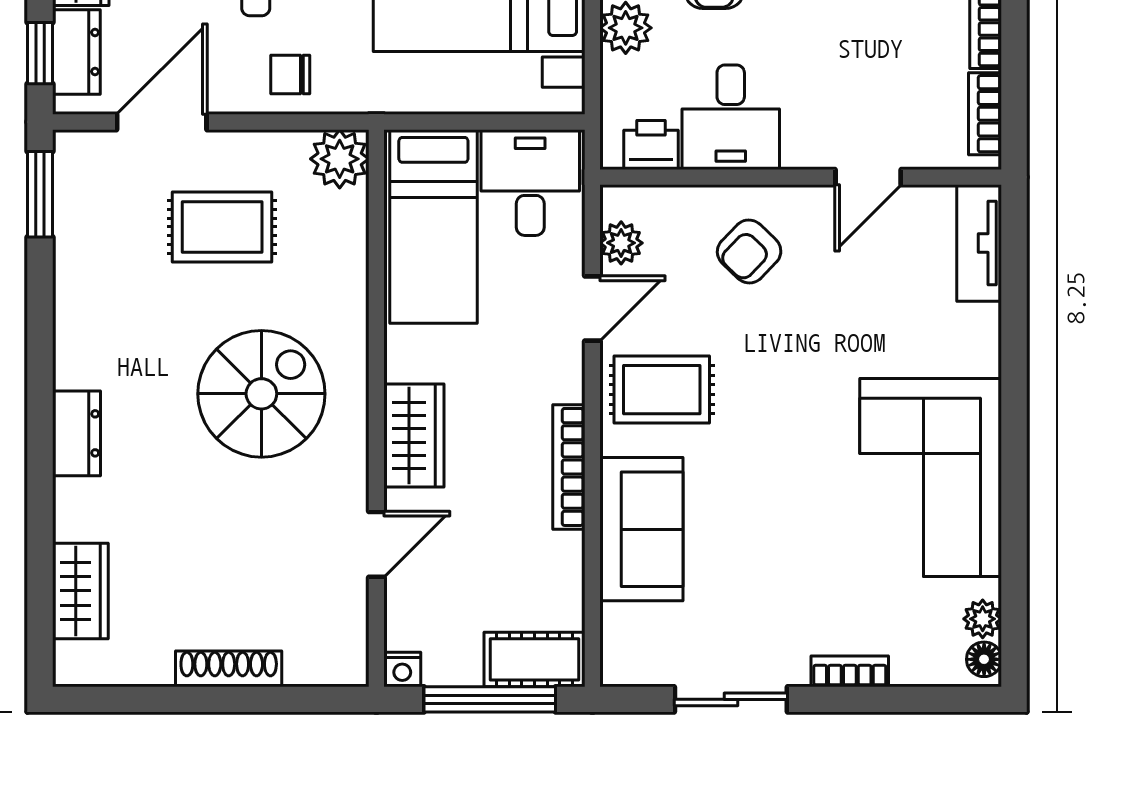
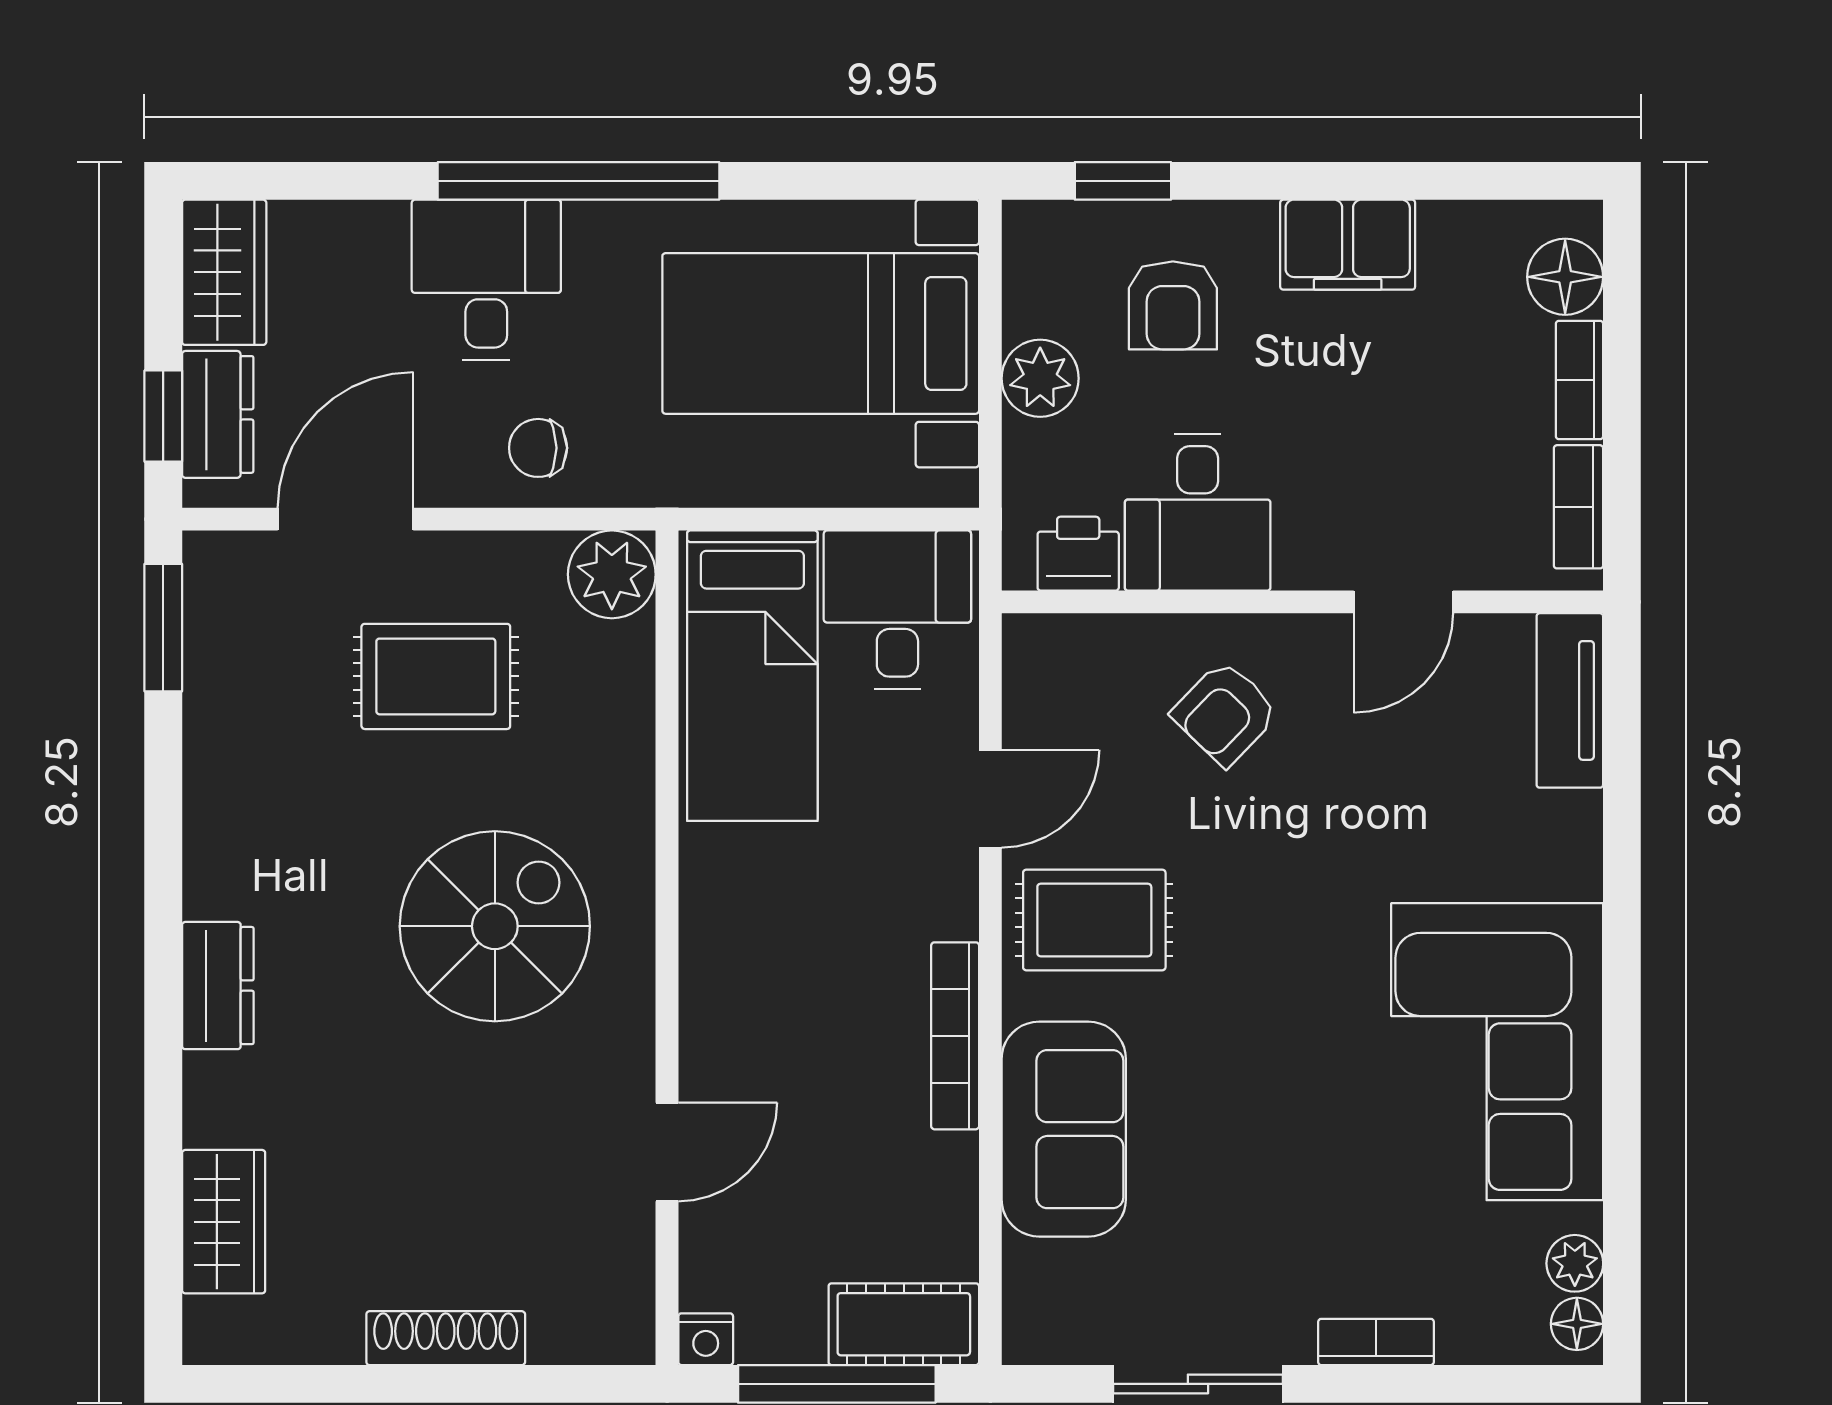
plant: (621, 243) -> (1033, 700), removed
wardrobe: (414, 435) -> (723, 989), removed

